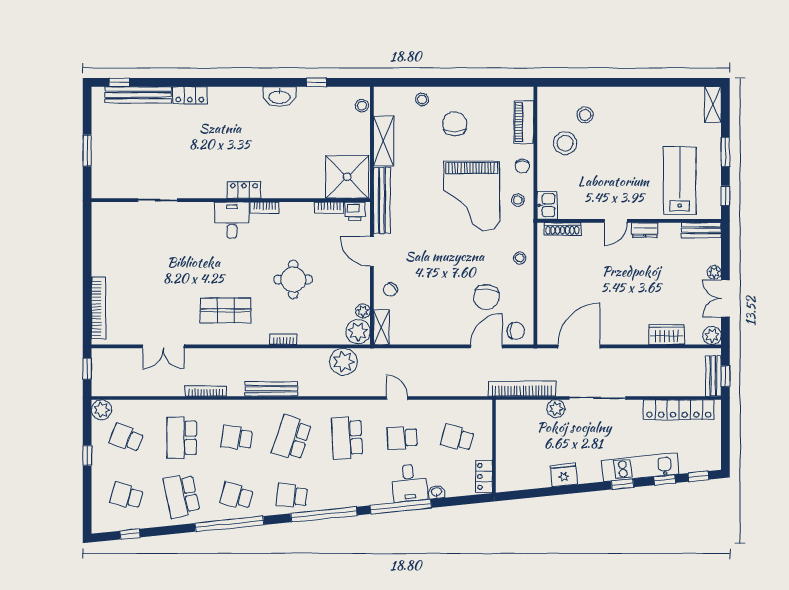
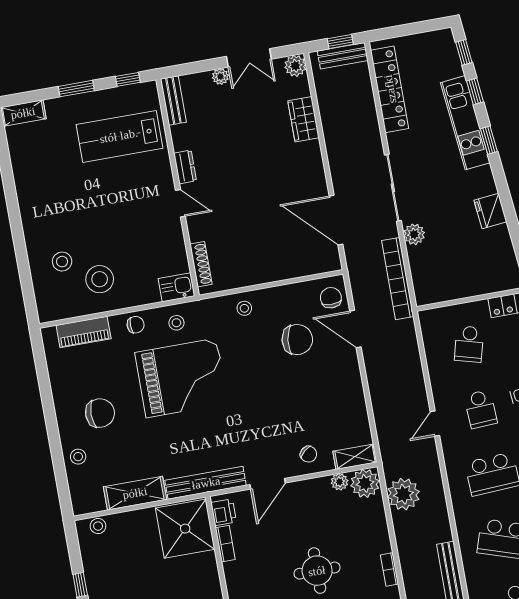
chair: (455, 124) -> (100, 413), turned 180

